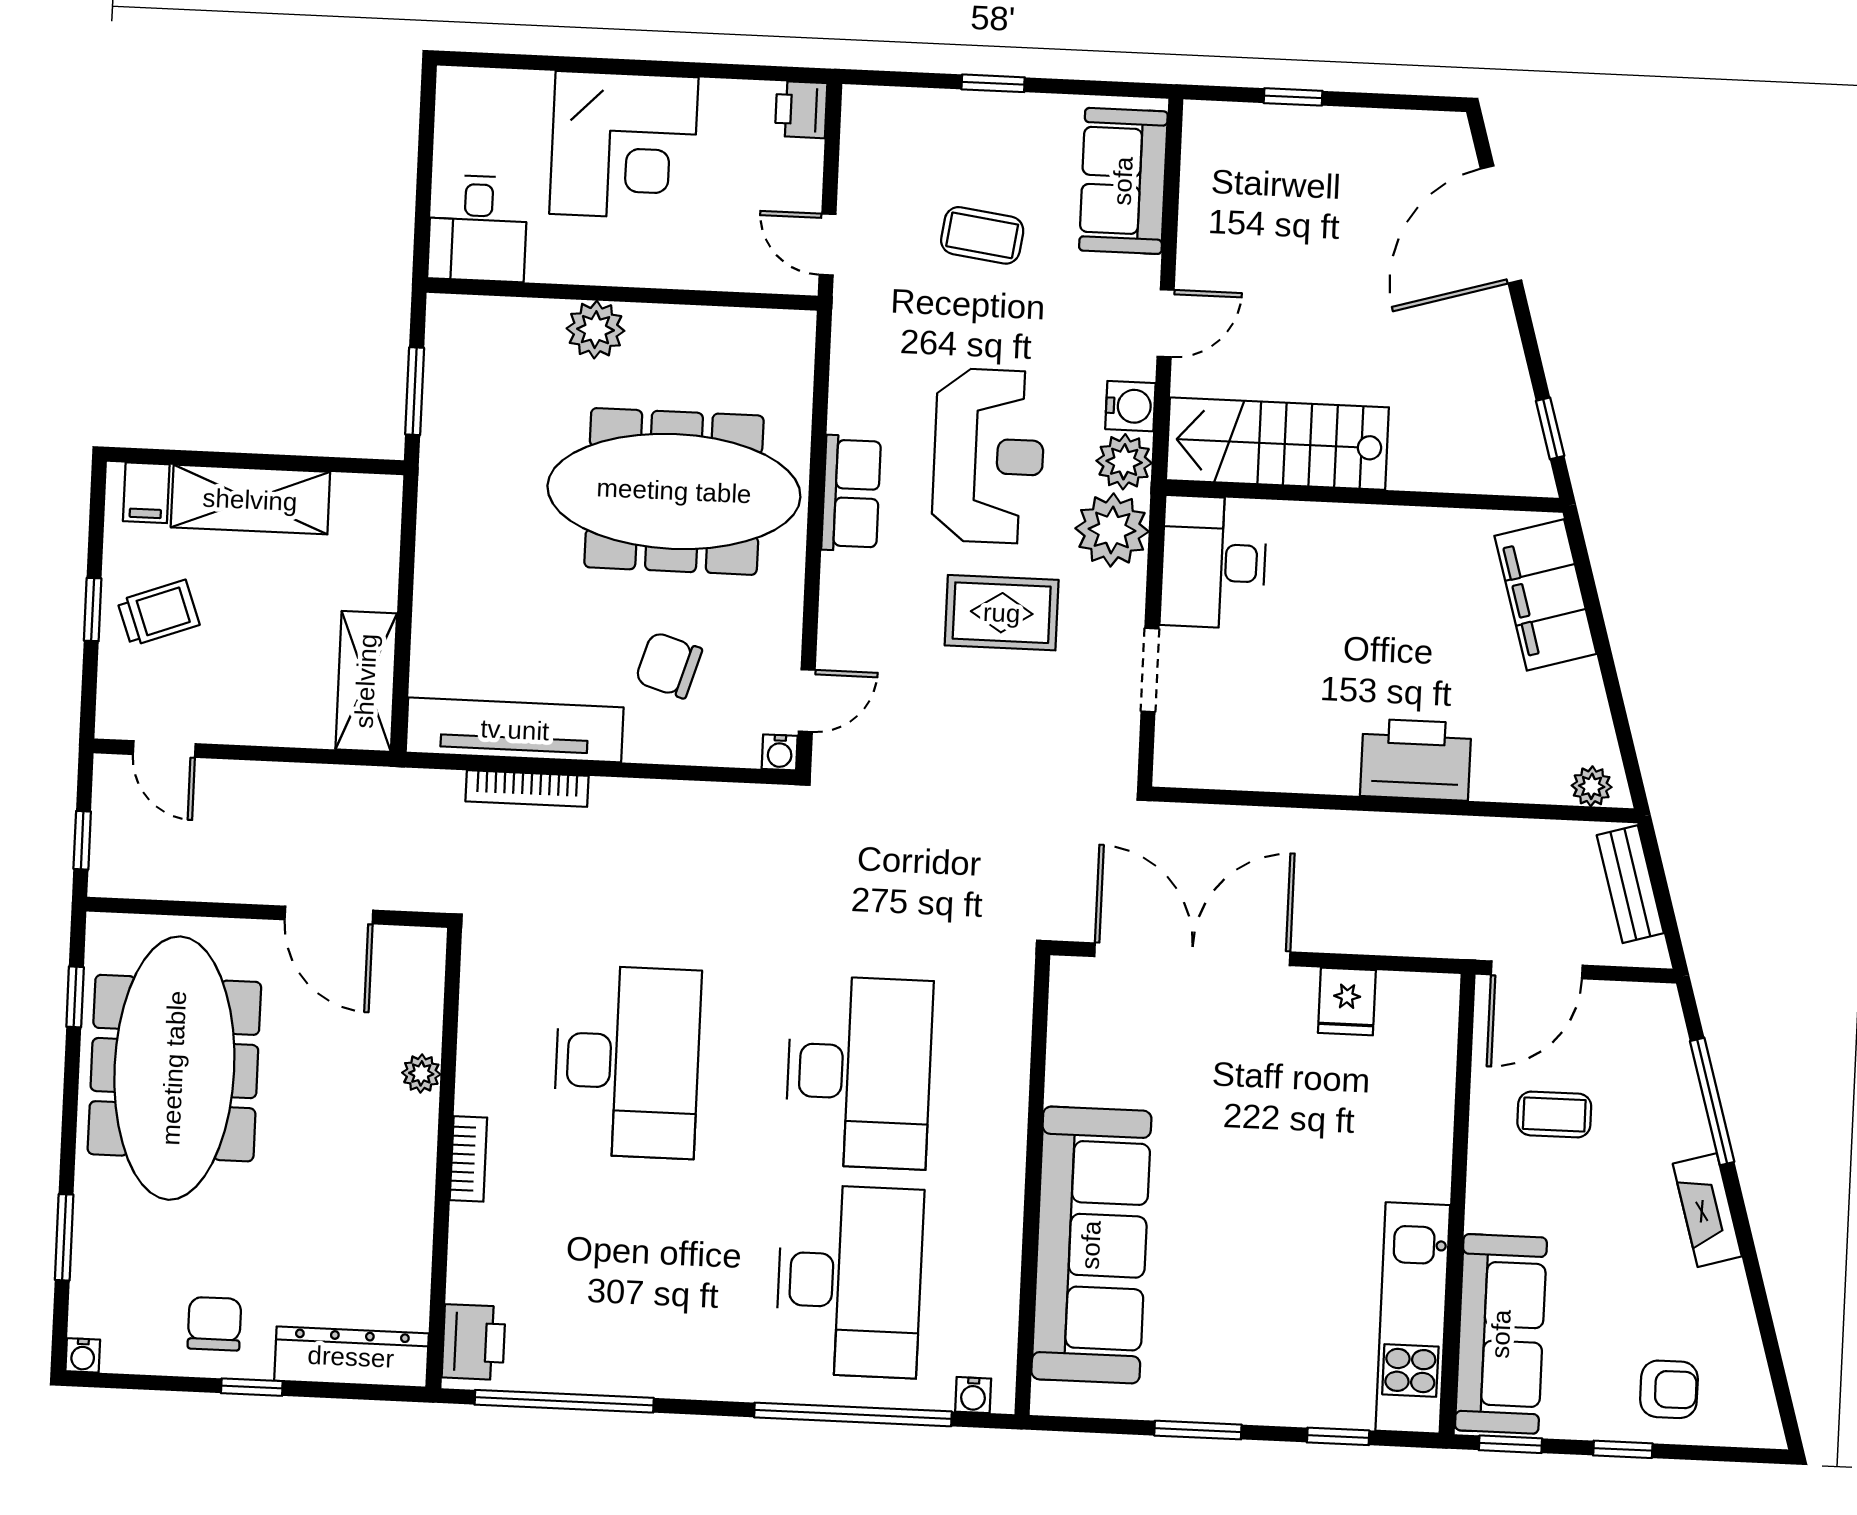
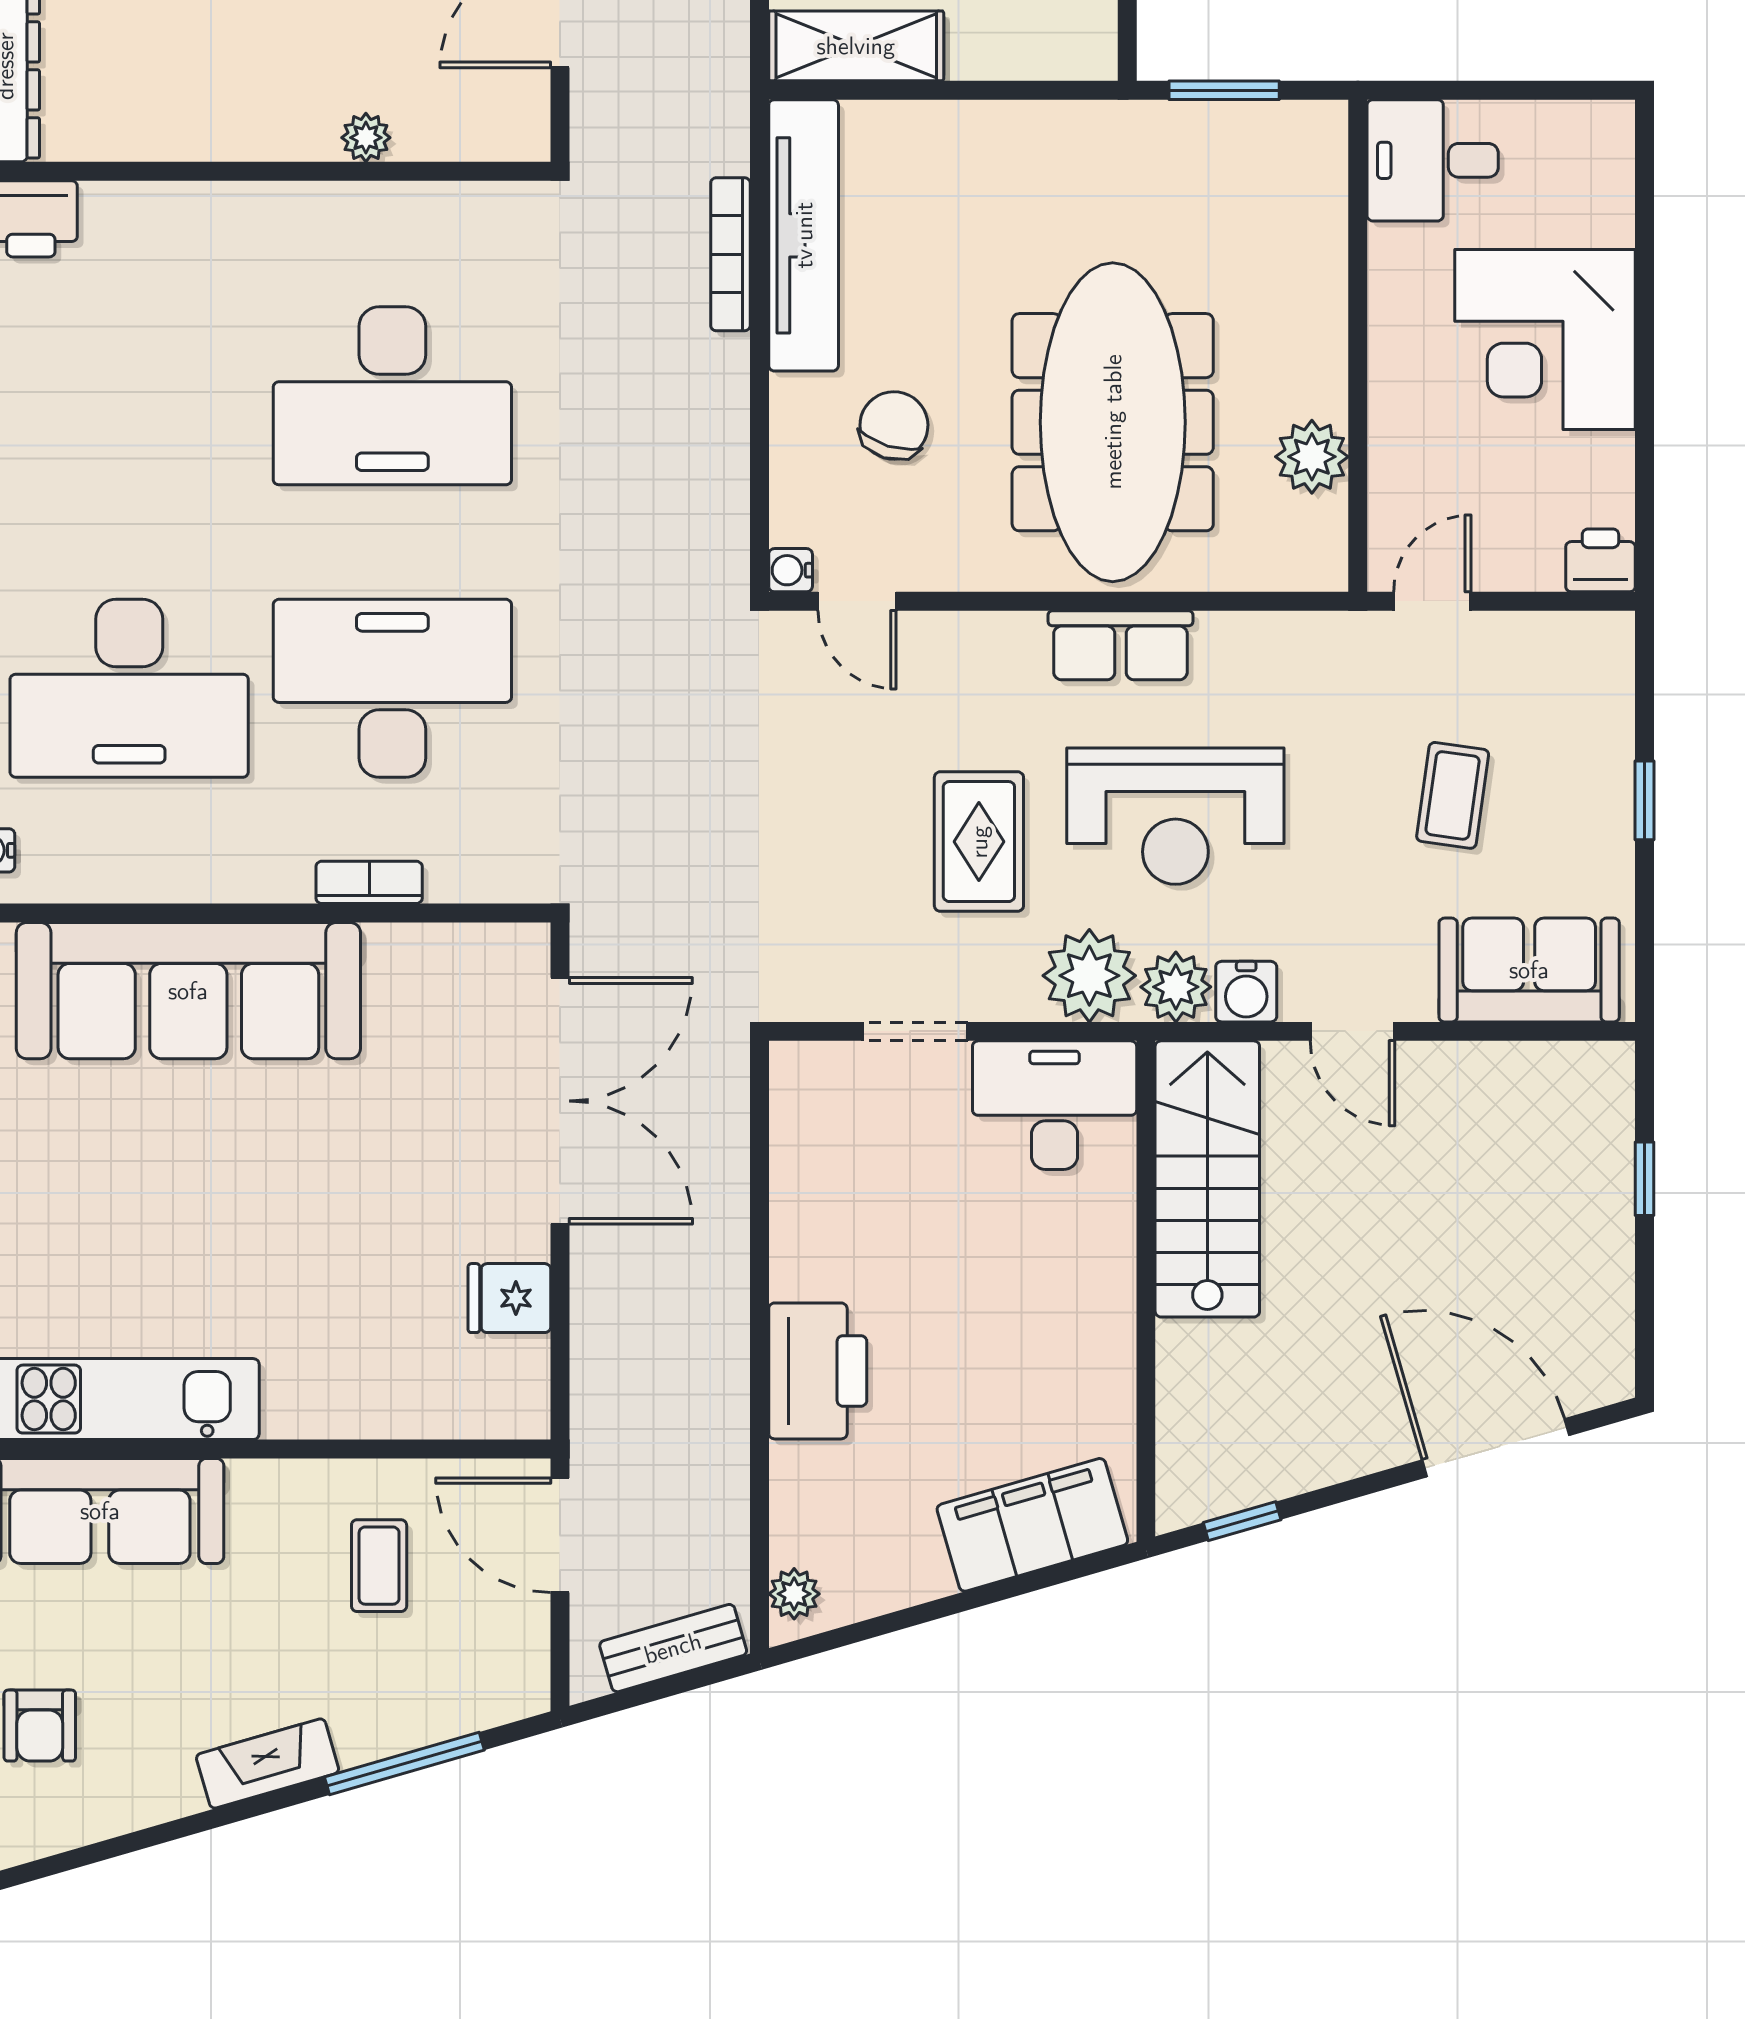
plant: (595, 330) -> (1312, 457), moved
desk: (859, 1072) -> (392, 688), turned 180
bookcase: (468, 1159) -> (369, 882), moved, turned 180

